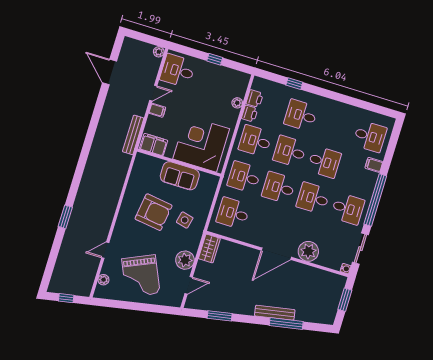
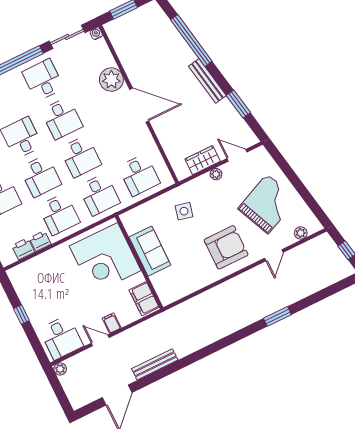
plant: (237, 103) -> (41, 260), removed
bench: (133, 135) -> (155, 364), moved
armchair: (154, 212) -> (226, 247), moved, turned 82
wardrobe: (209, 249) -> (203, 160), moved
door: (105, 250) -> (274, 255), hinge flipped
plant: (185, 260) -> (216, 174), width x0.53, depth x0.53
bench: (275, 313) -> (207, 81), moved
window: (286, 324) -> (191, 40), width x1.46

